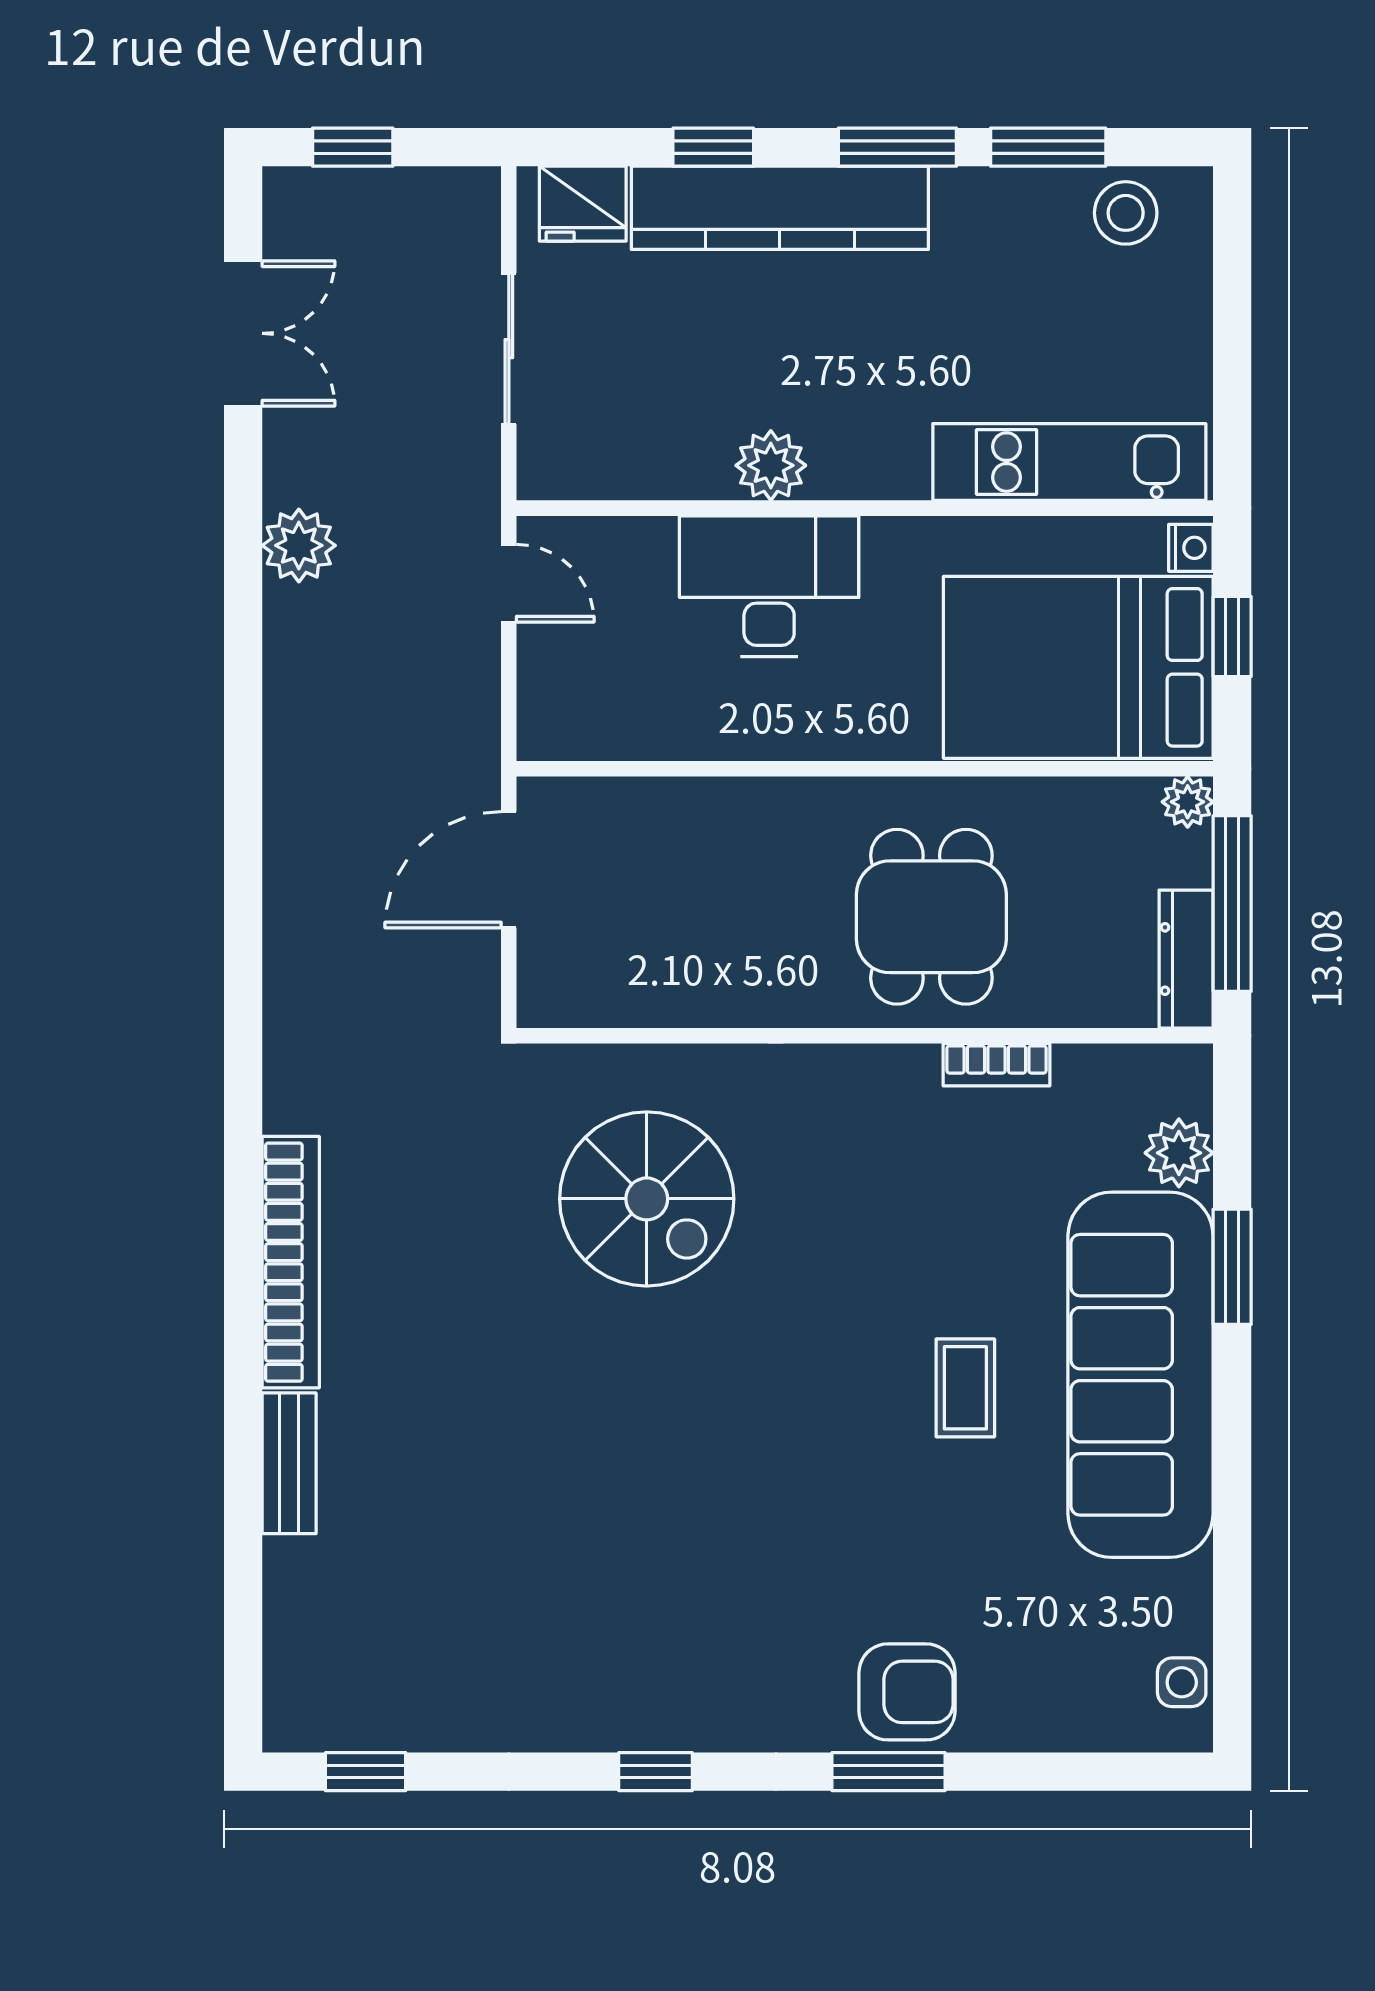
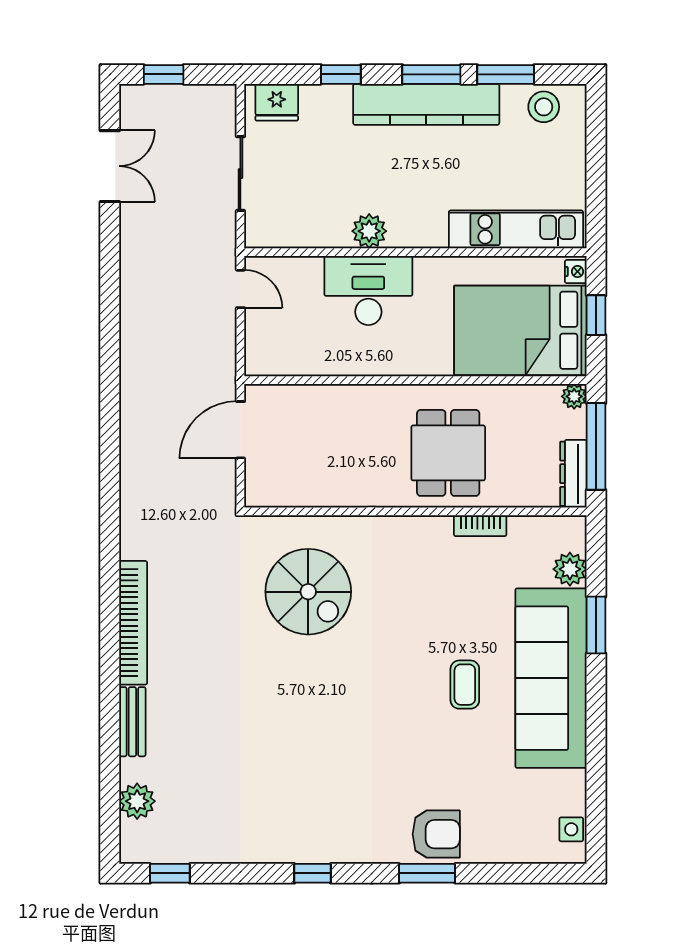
kitchen counter: (780, 208) -> (426, 104), moved
plant: (299, 545) -> (137, 801), moved

